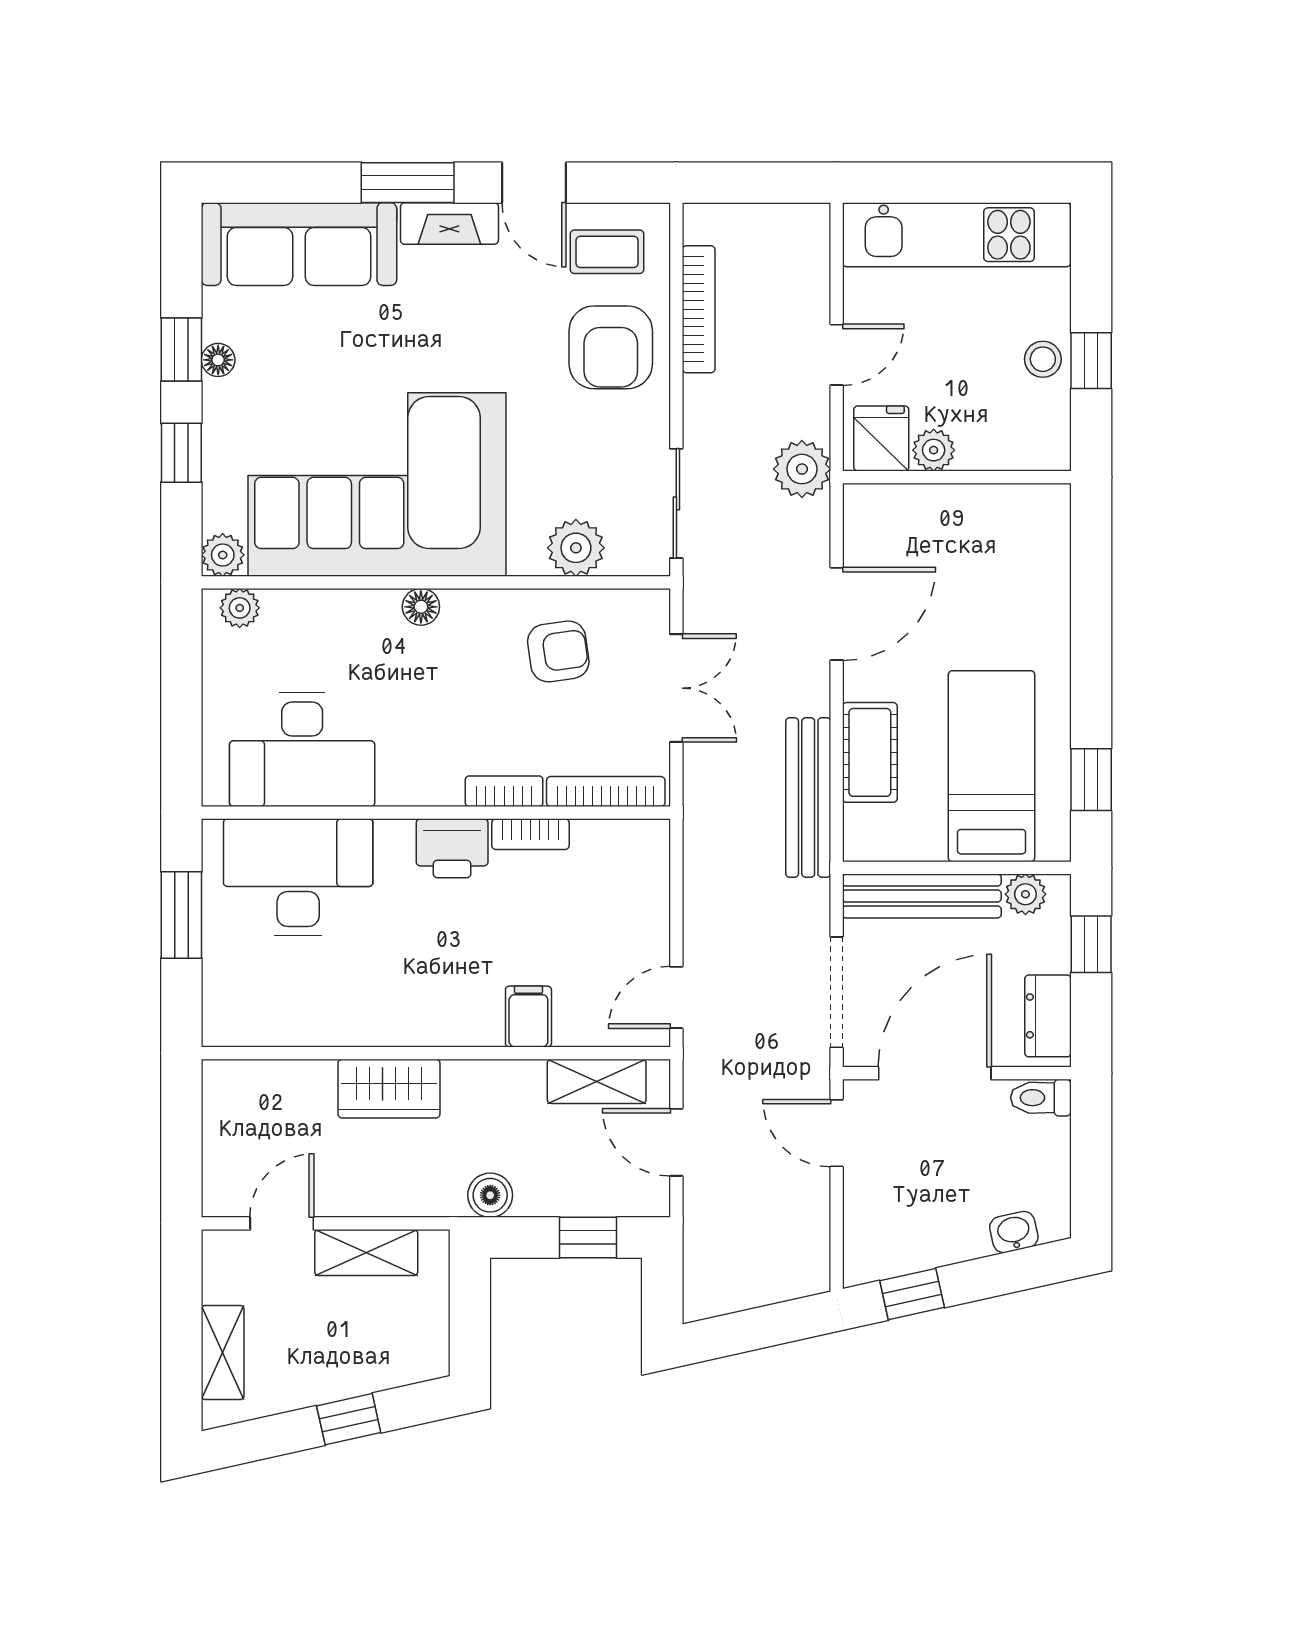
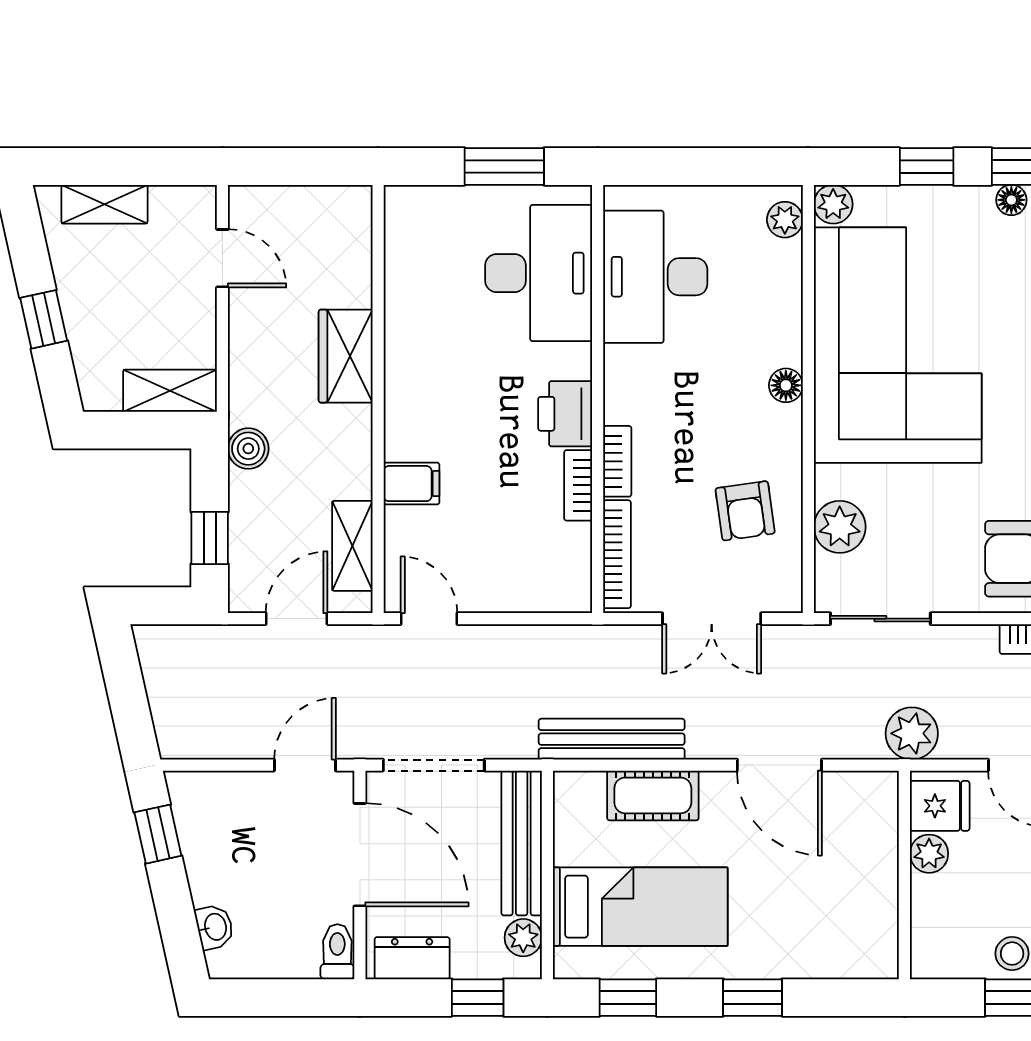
window: (1091, 643) -> (753, 998), added
shelving: (366, 1253) -> (170, 391), moved, turned 90

